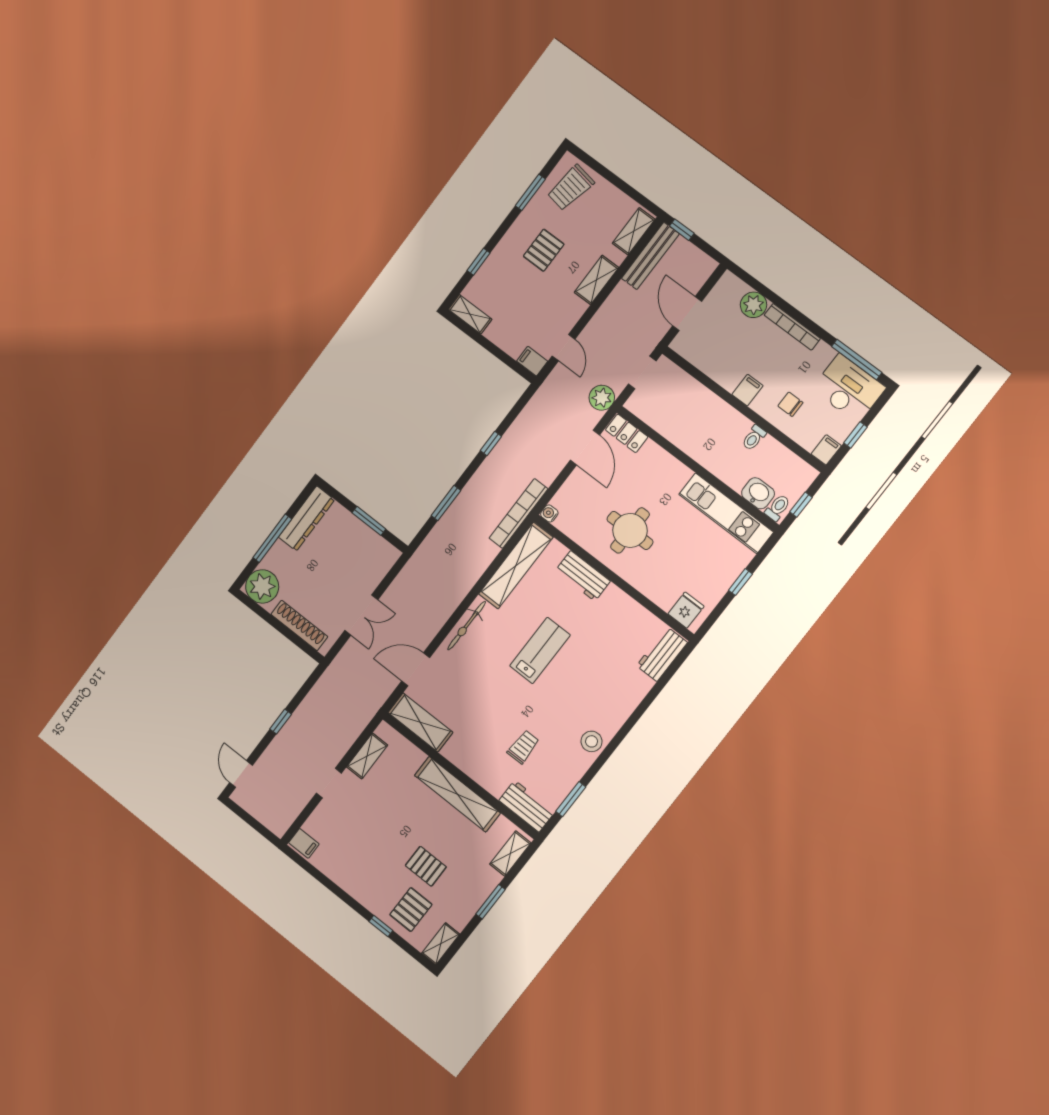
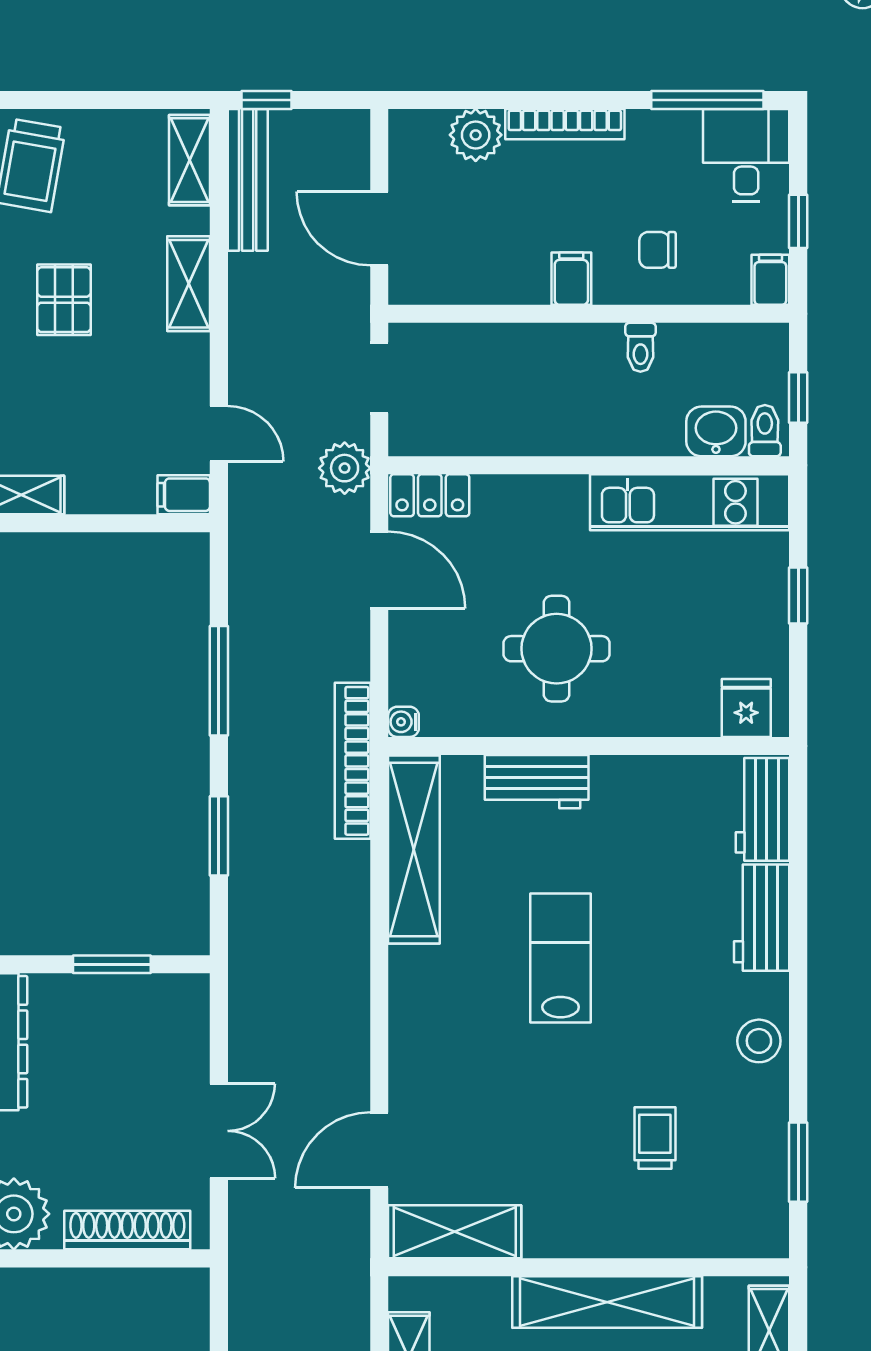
desk: (849, 388) -> (746, 155), width x0.73
window: (491, 444) -> (219, 681), width x2.17
bicycle: (467, 626) -> (408, 1011), removed
workbench: (527, 806) -> (762, 918), moved, turned -90

